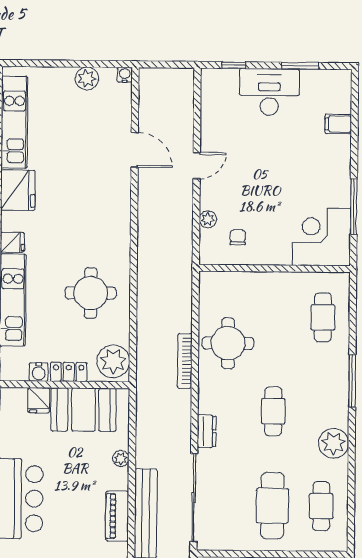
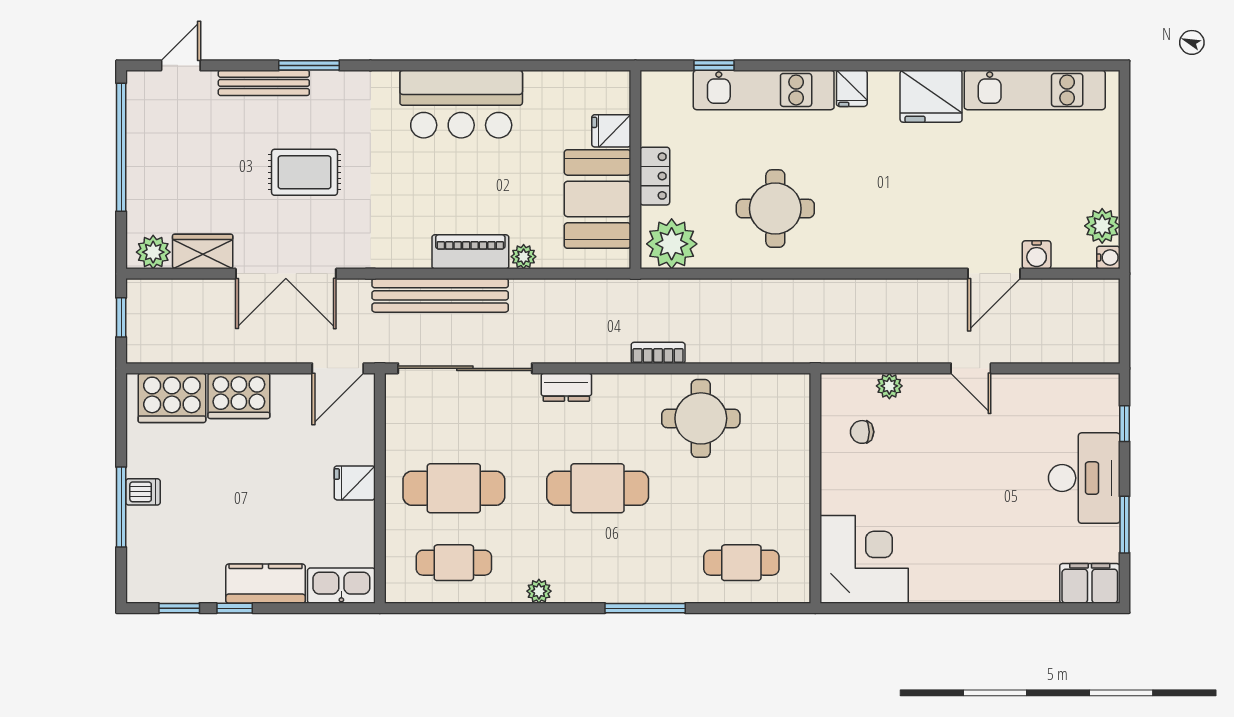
plant: (87, 78) -> (1102, 226), moved
filing cabinet: (338, 124) -> (1090, 583), moved, width x2.00
window: (354, 207) -> (910, 608), removed
chair: (238, 237) -> (862, 432), turned 180
bookcase: (185, 361) -> (658, 353), width x0.64
water cooler: (39, 372) -> (1037, 255), moved, turned -90
cafe table: (273, 411) -> (598, 488), width x1.37, depth x1.35
plant: (334, 443) -> (539, 591), width x0.53, depth x0.53
piano: (117, 516) -> (470, 252), moved

